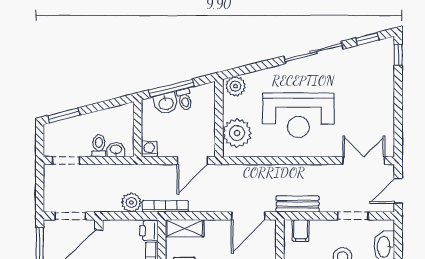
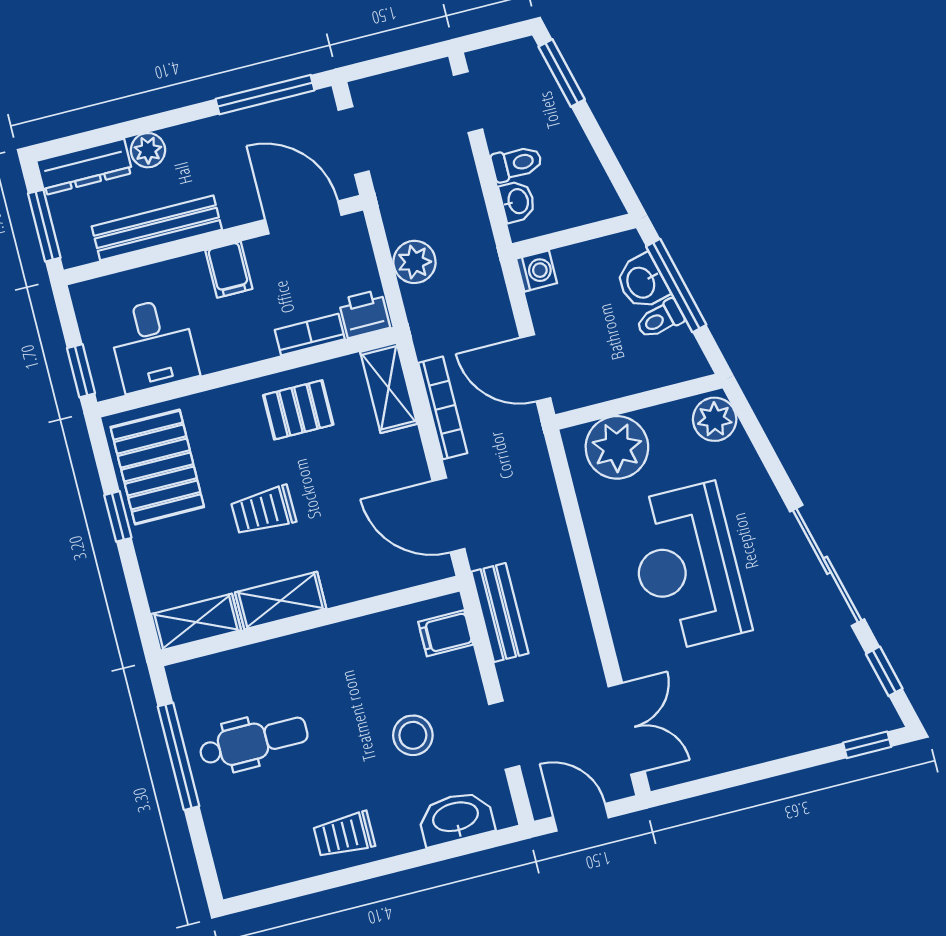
bookcase: (165, 206) -> (443, 408), moved

